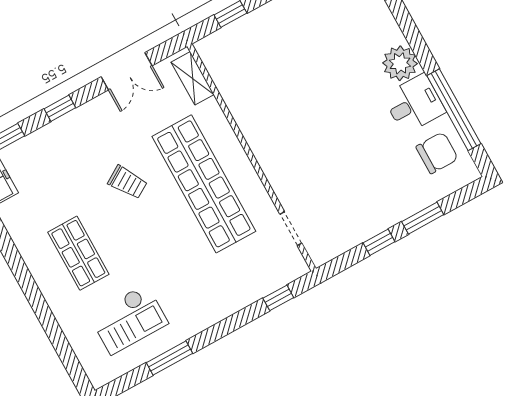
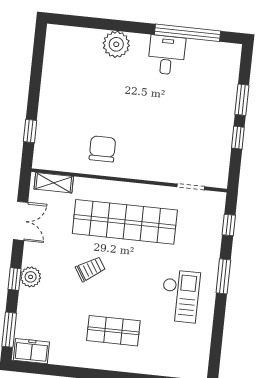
plant: (400, 63) -> (116, 44), moved
plant: (74, 124) -> (31, 277), added
chair: (437, 153) -> (102, 149), moved
checkout: (129, 319) -> (180, 296), moved
window: (169, 358) -> (223, 276), moved

